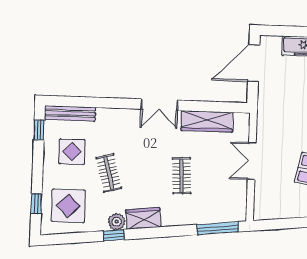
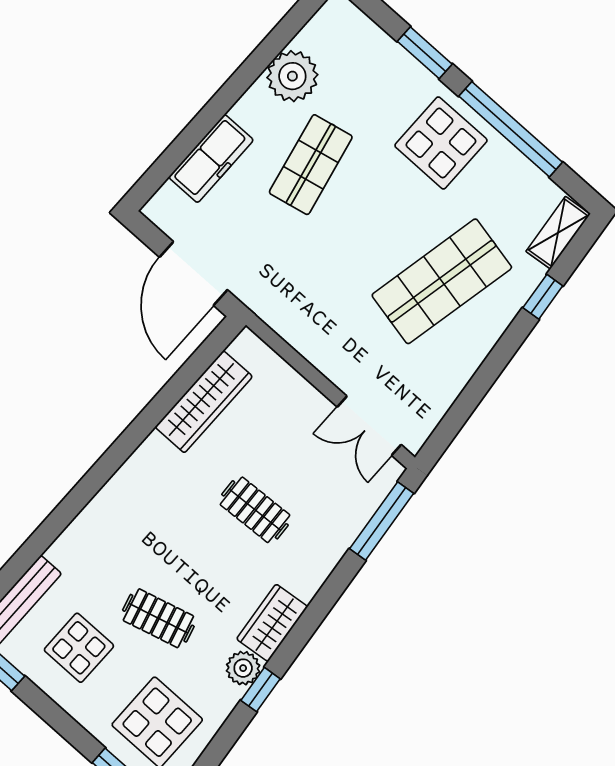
door: (254, 63) -> (193, 273), moved
double door: (159, 105) -> (118, 454), removed
double door: (252, 161) -> (369, 426), moved

